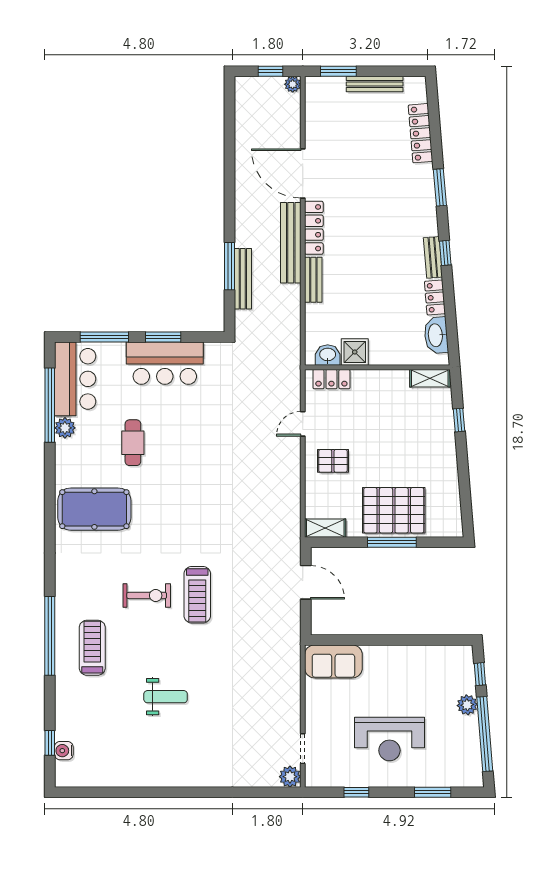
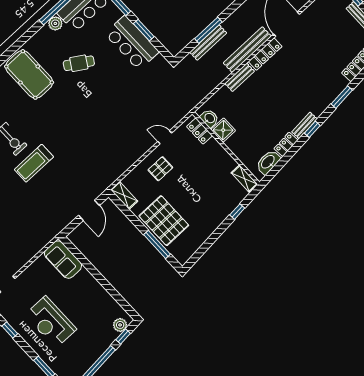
cafe table: (133, 443) -> (79, 63), turned 32
pallet: (333, 461) -> (160, 169), turned 90
window: (392, 542) -> (157, 244), moved
plant: (467, 705) -> (120, 325), moved

